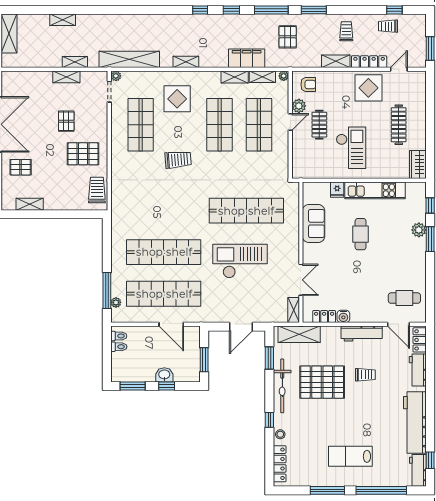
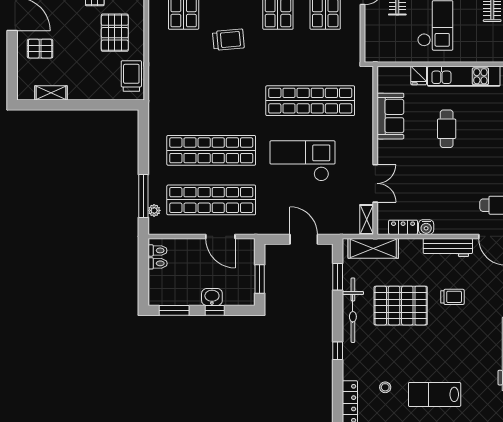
pallet: (83, 154) -> (115, 33), turned 90
door: (241, 327) -> (304, 239), swing flipped
stool: (280, 434) -> (385, 387), moved

